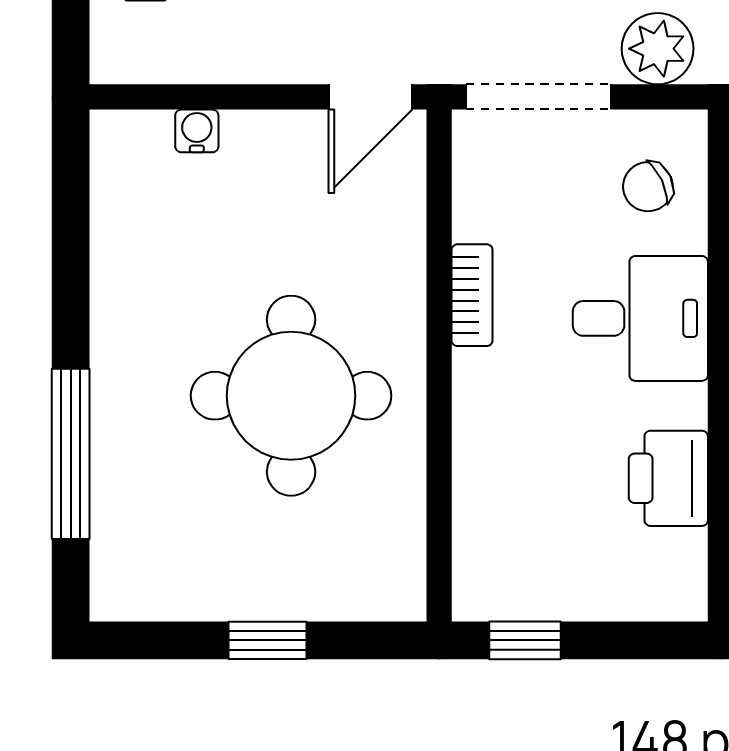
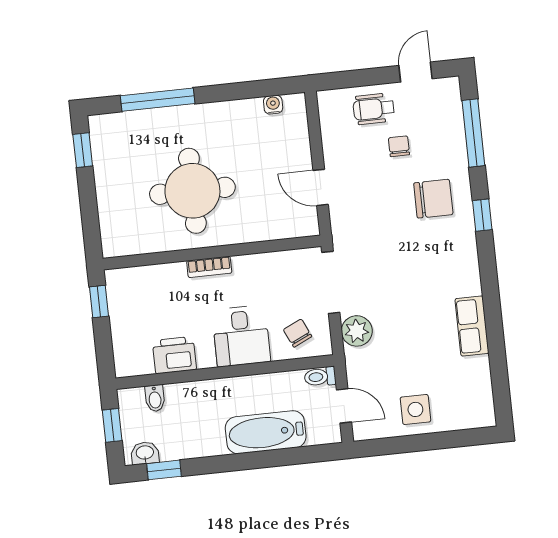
door: (370, 97) -> (321, 187), moved
water cooler: (197, 131) -> (273, 105), moved, turned -90
bookcase: (472, 295) -> (209, 267), moved
window: (267, 640) -> (83, 150), moved

